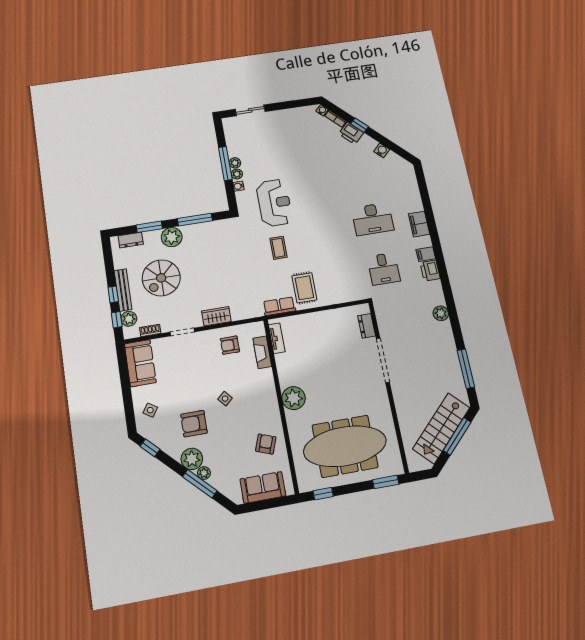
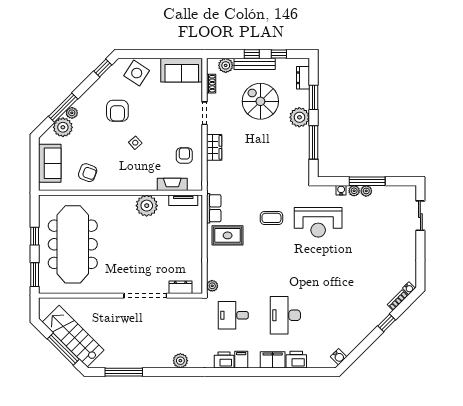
printer: (351, 133) -> (296, 360), moved, turned 45
water cooler: (382, 150) -> (339, 357), moved
plant: (358, 294) -> (212, 286), added
window: (117, 320) -> (279, 54), moved
plant: (294, 398) -> (147, 206), moved
side table: (150, 410) -> (137, 73), width x1.87, depth x1.87
armchair: (194, 424) -> (117, 111), turned 180
plant: (192, 459) -> (63, 127), moved
window: (323, 494) -> (35, 236), moved

